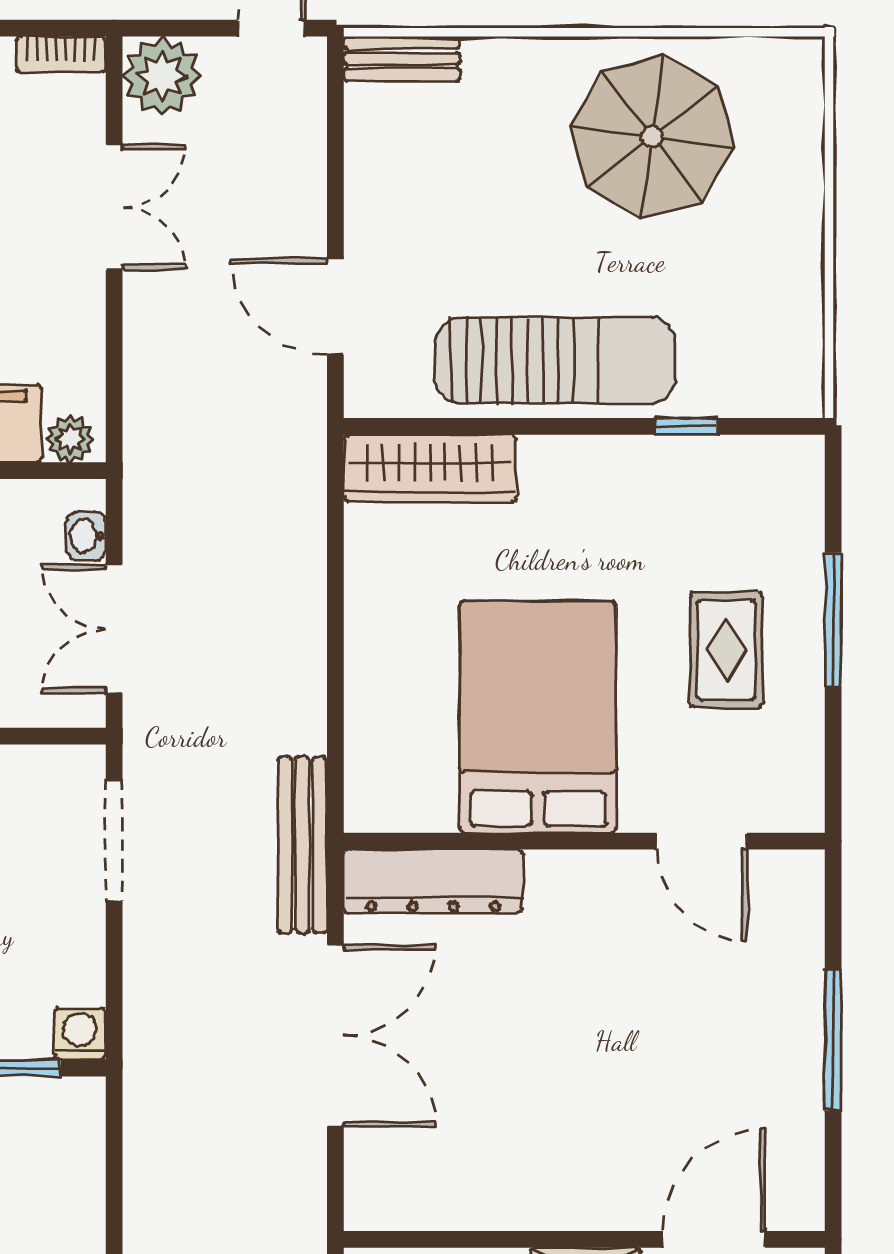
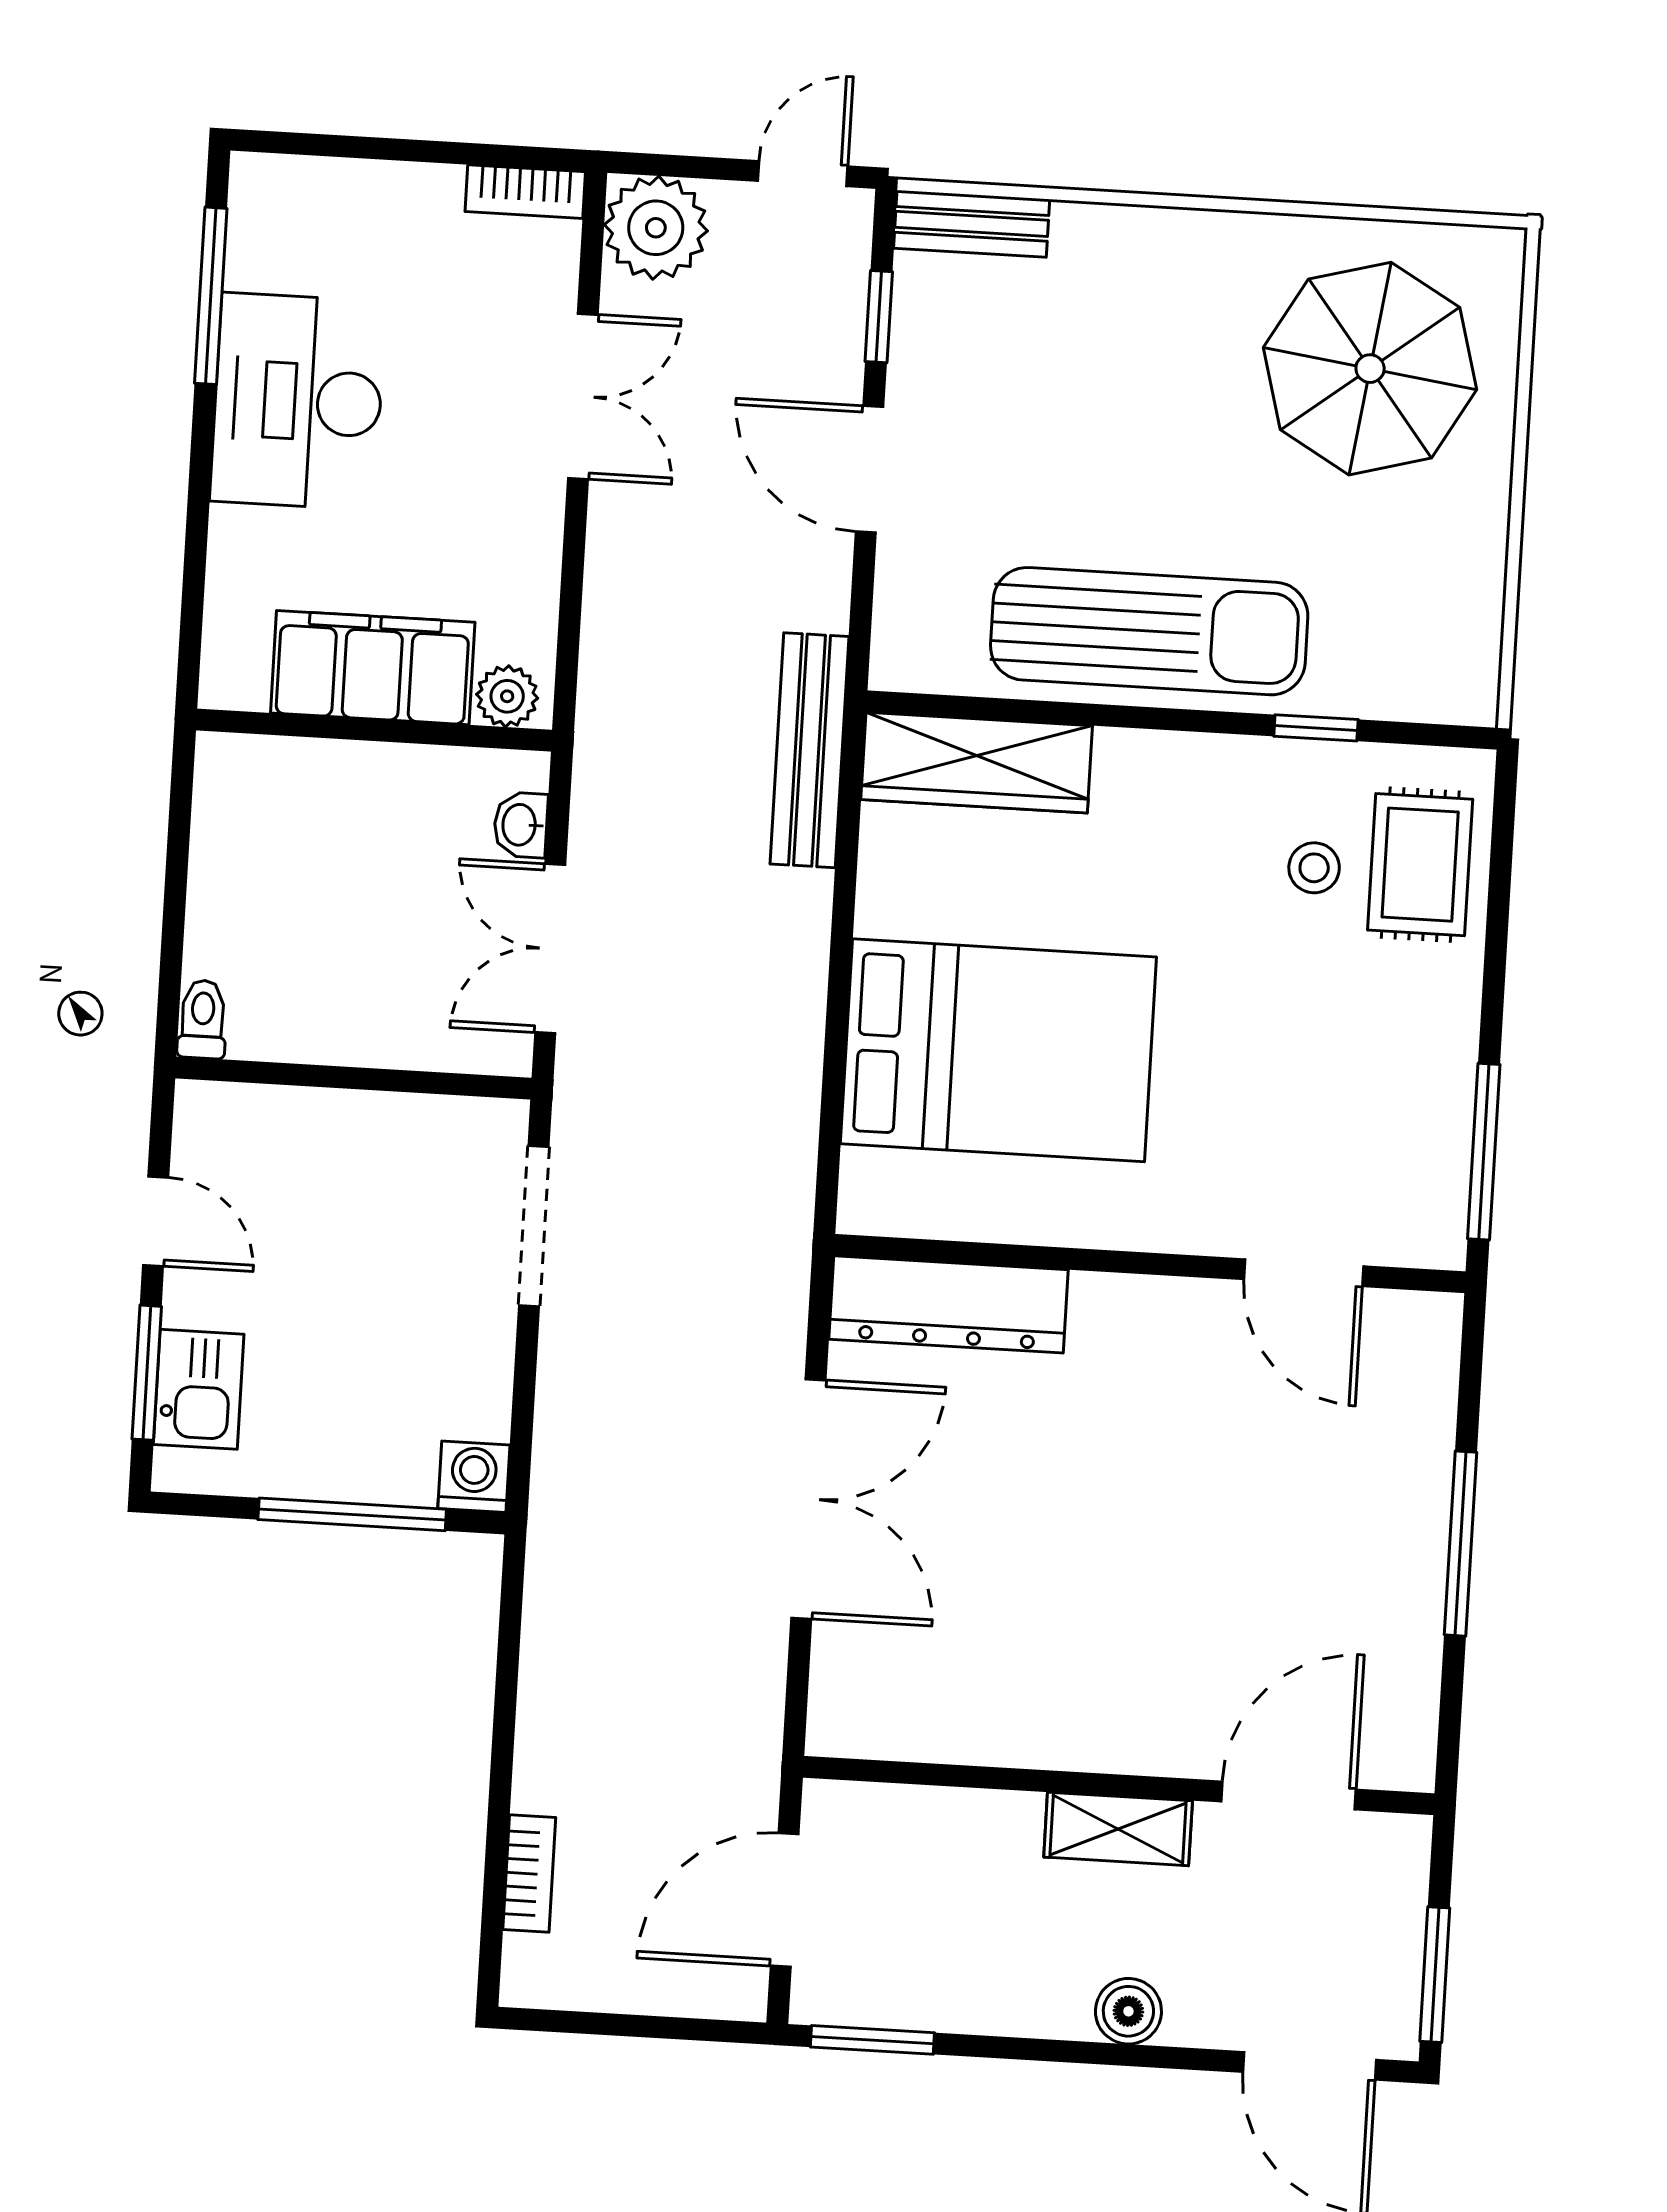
window: (335, 133) -> (879, 317), added
parasol: (652, 137) -> (1370, 369), moved
door: (335, 307) -> (870, 469), moved
stool: (691, 533) -> (1314, 868), added
window: (833, 620) -> (1484, 1152), moved
rug: (726, 650) -> (1420, 865), moved
bed: (538, 717) -> (998, 1050), moved, turned 90
bench: (302, 845) -> (809, 750), moved

